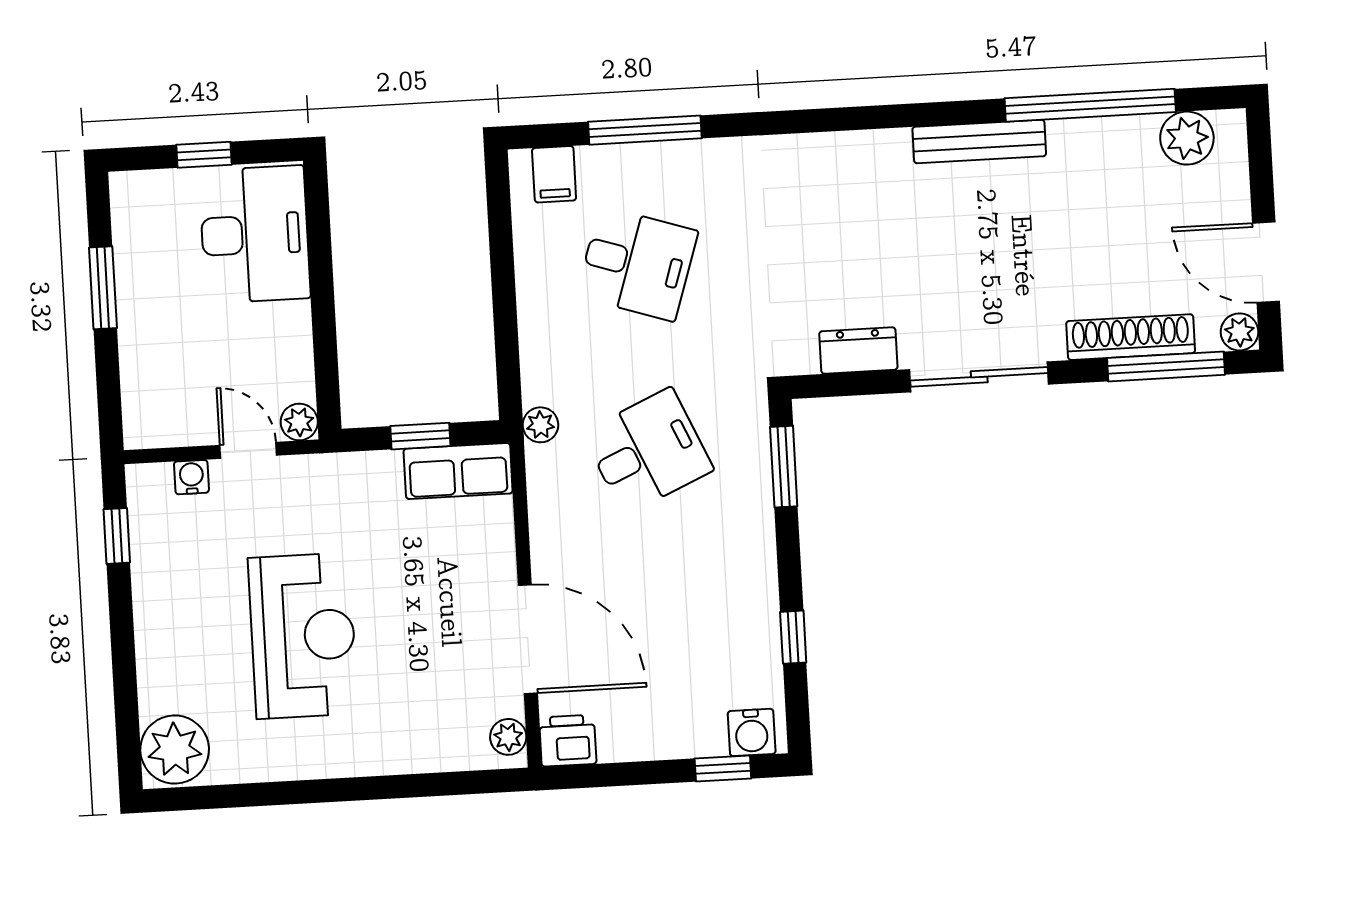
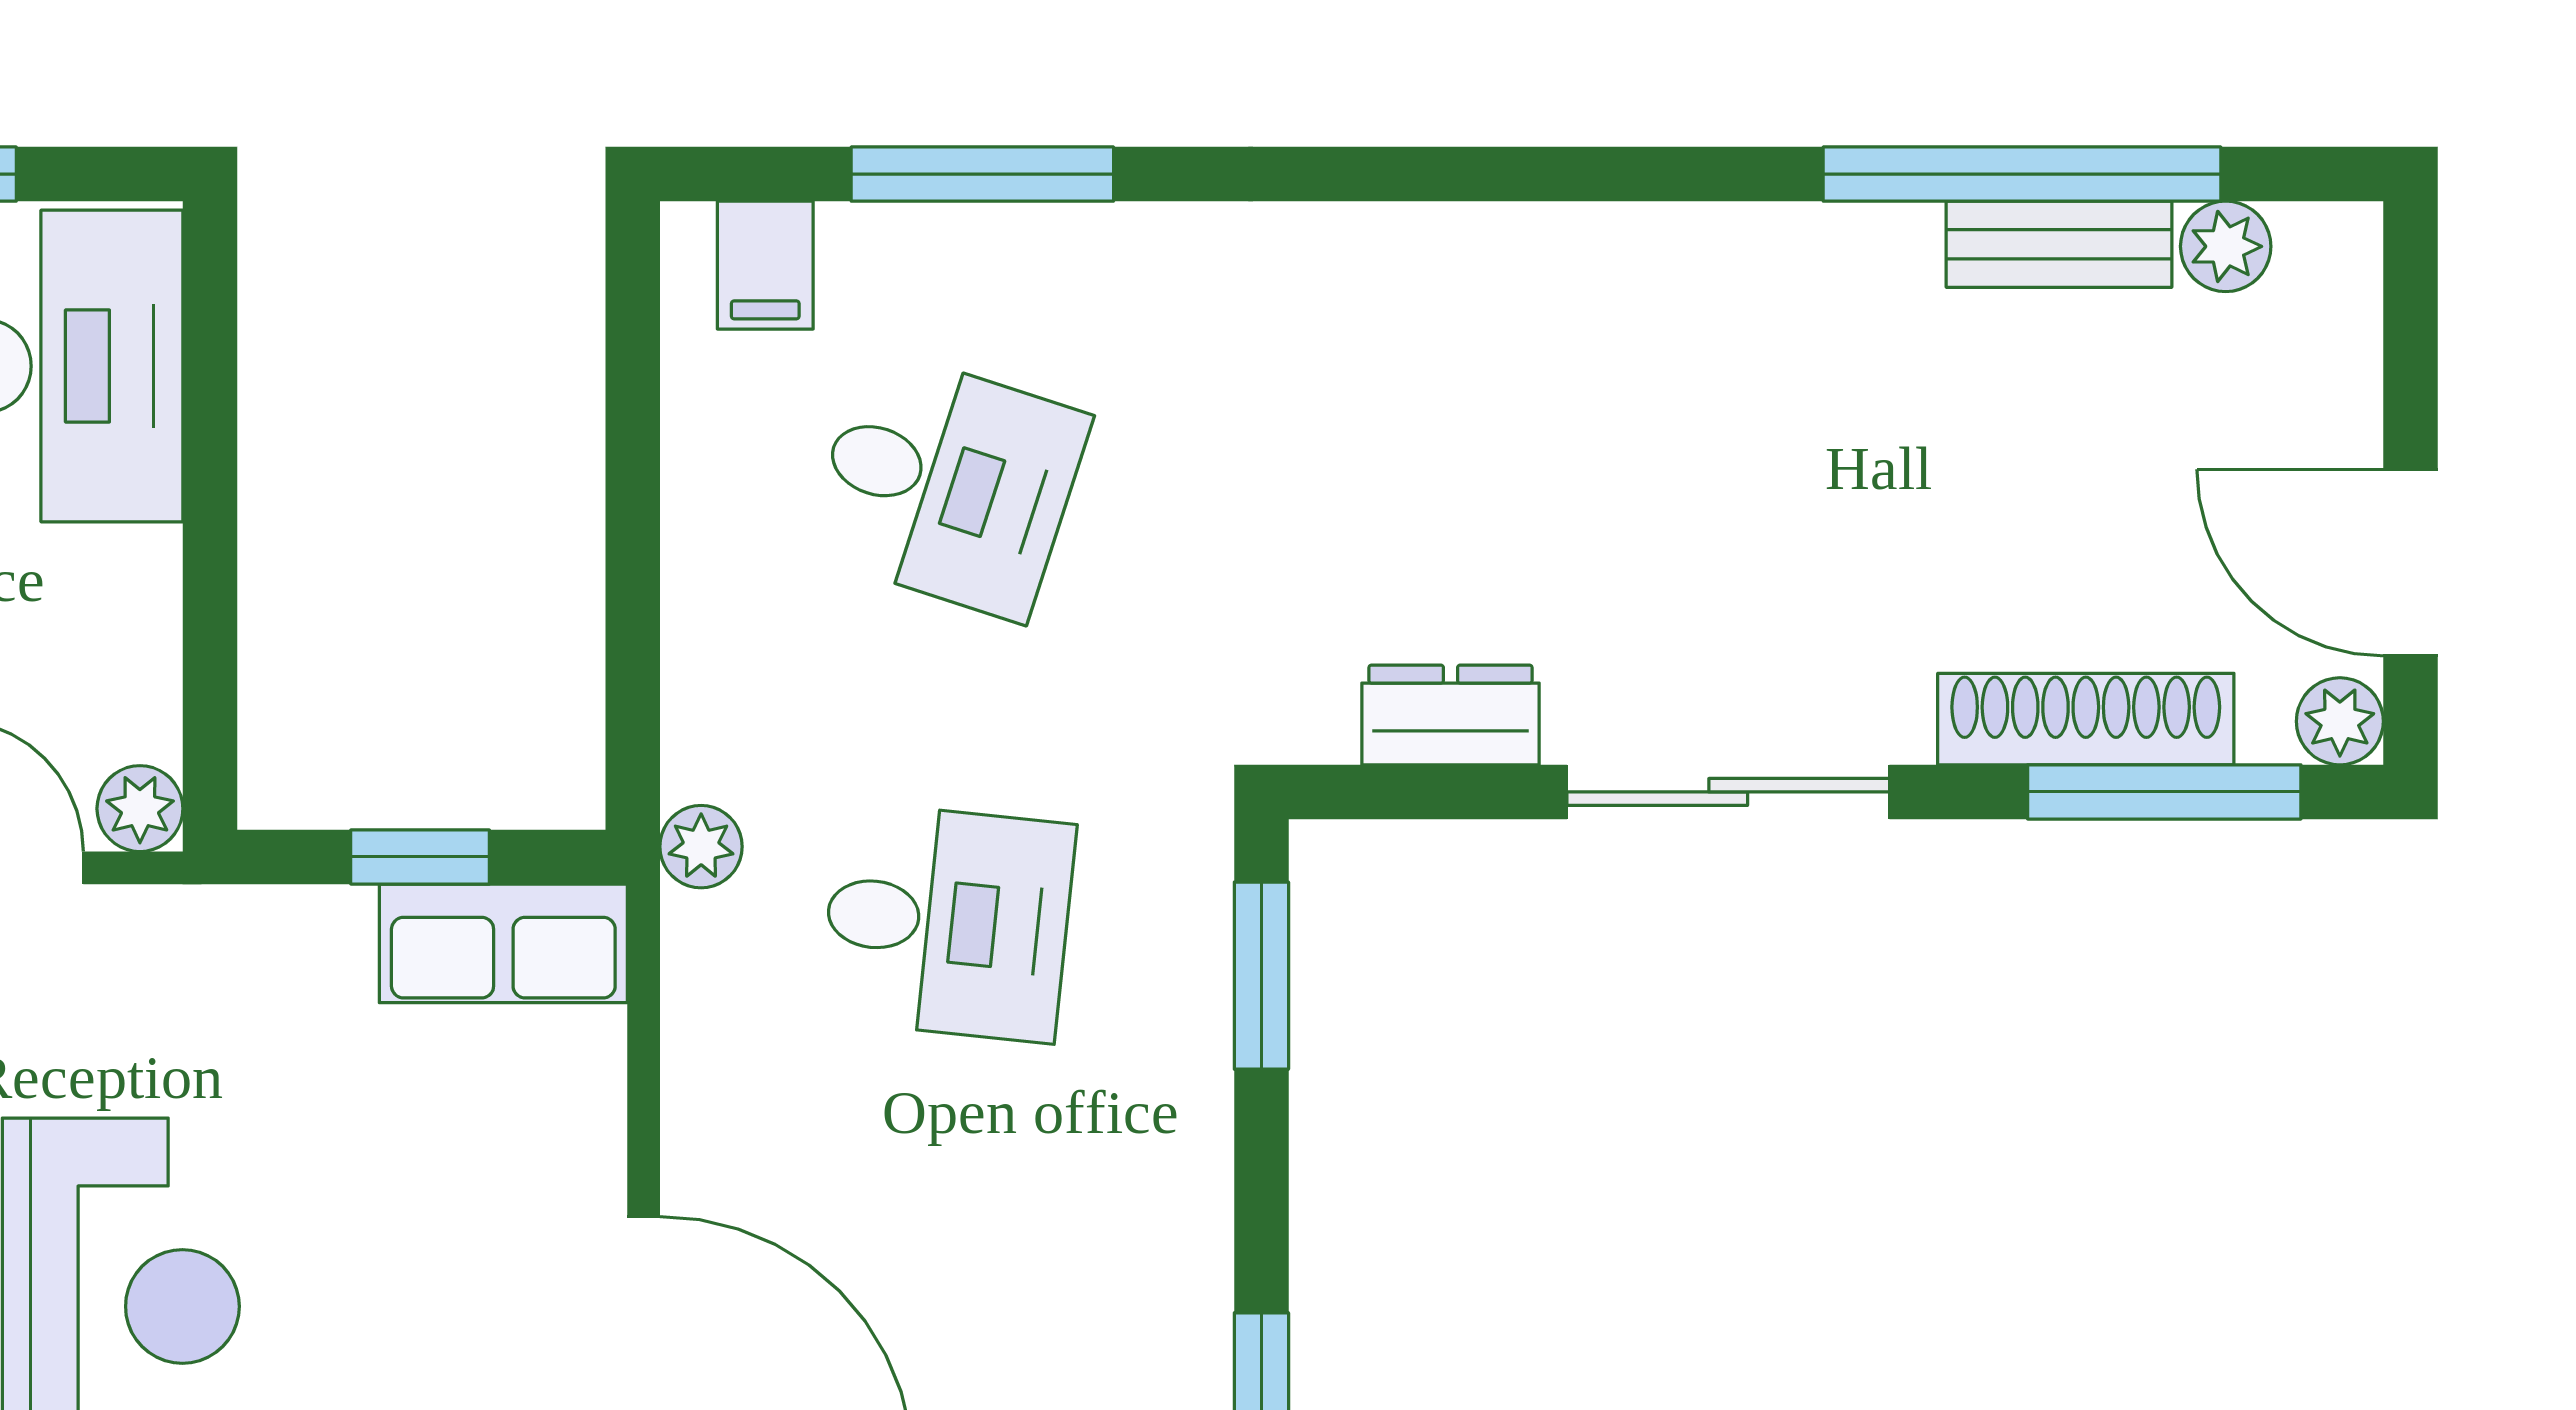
plant: (1187, 138) -> (2226, 246), width x0.73, depth x0.73
bench: (979, 141) -> (2059, 244), moved, width x0.73
desk: (648, 451) -> (947, 922), turned 30

